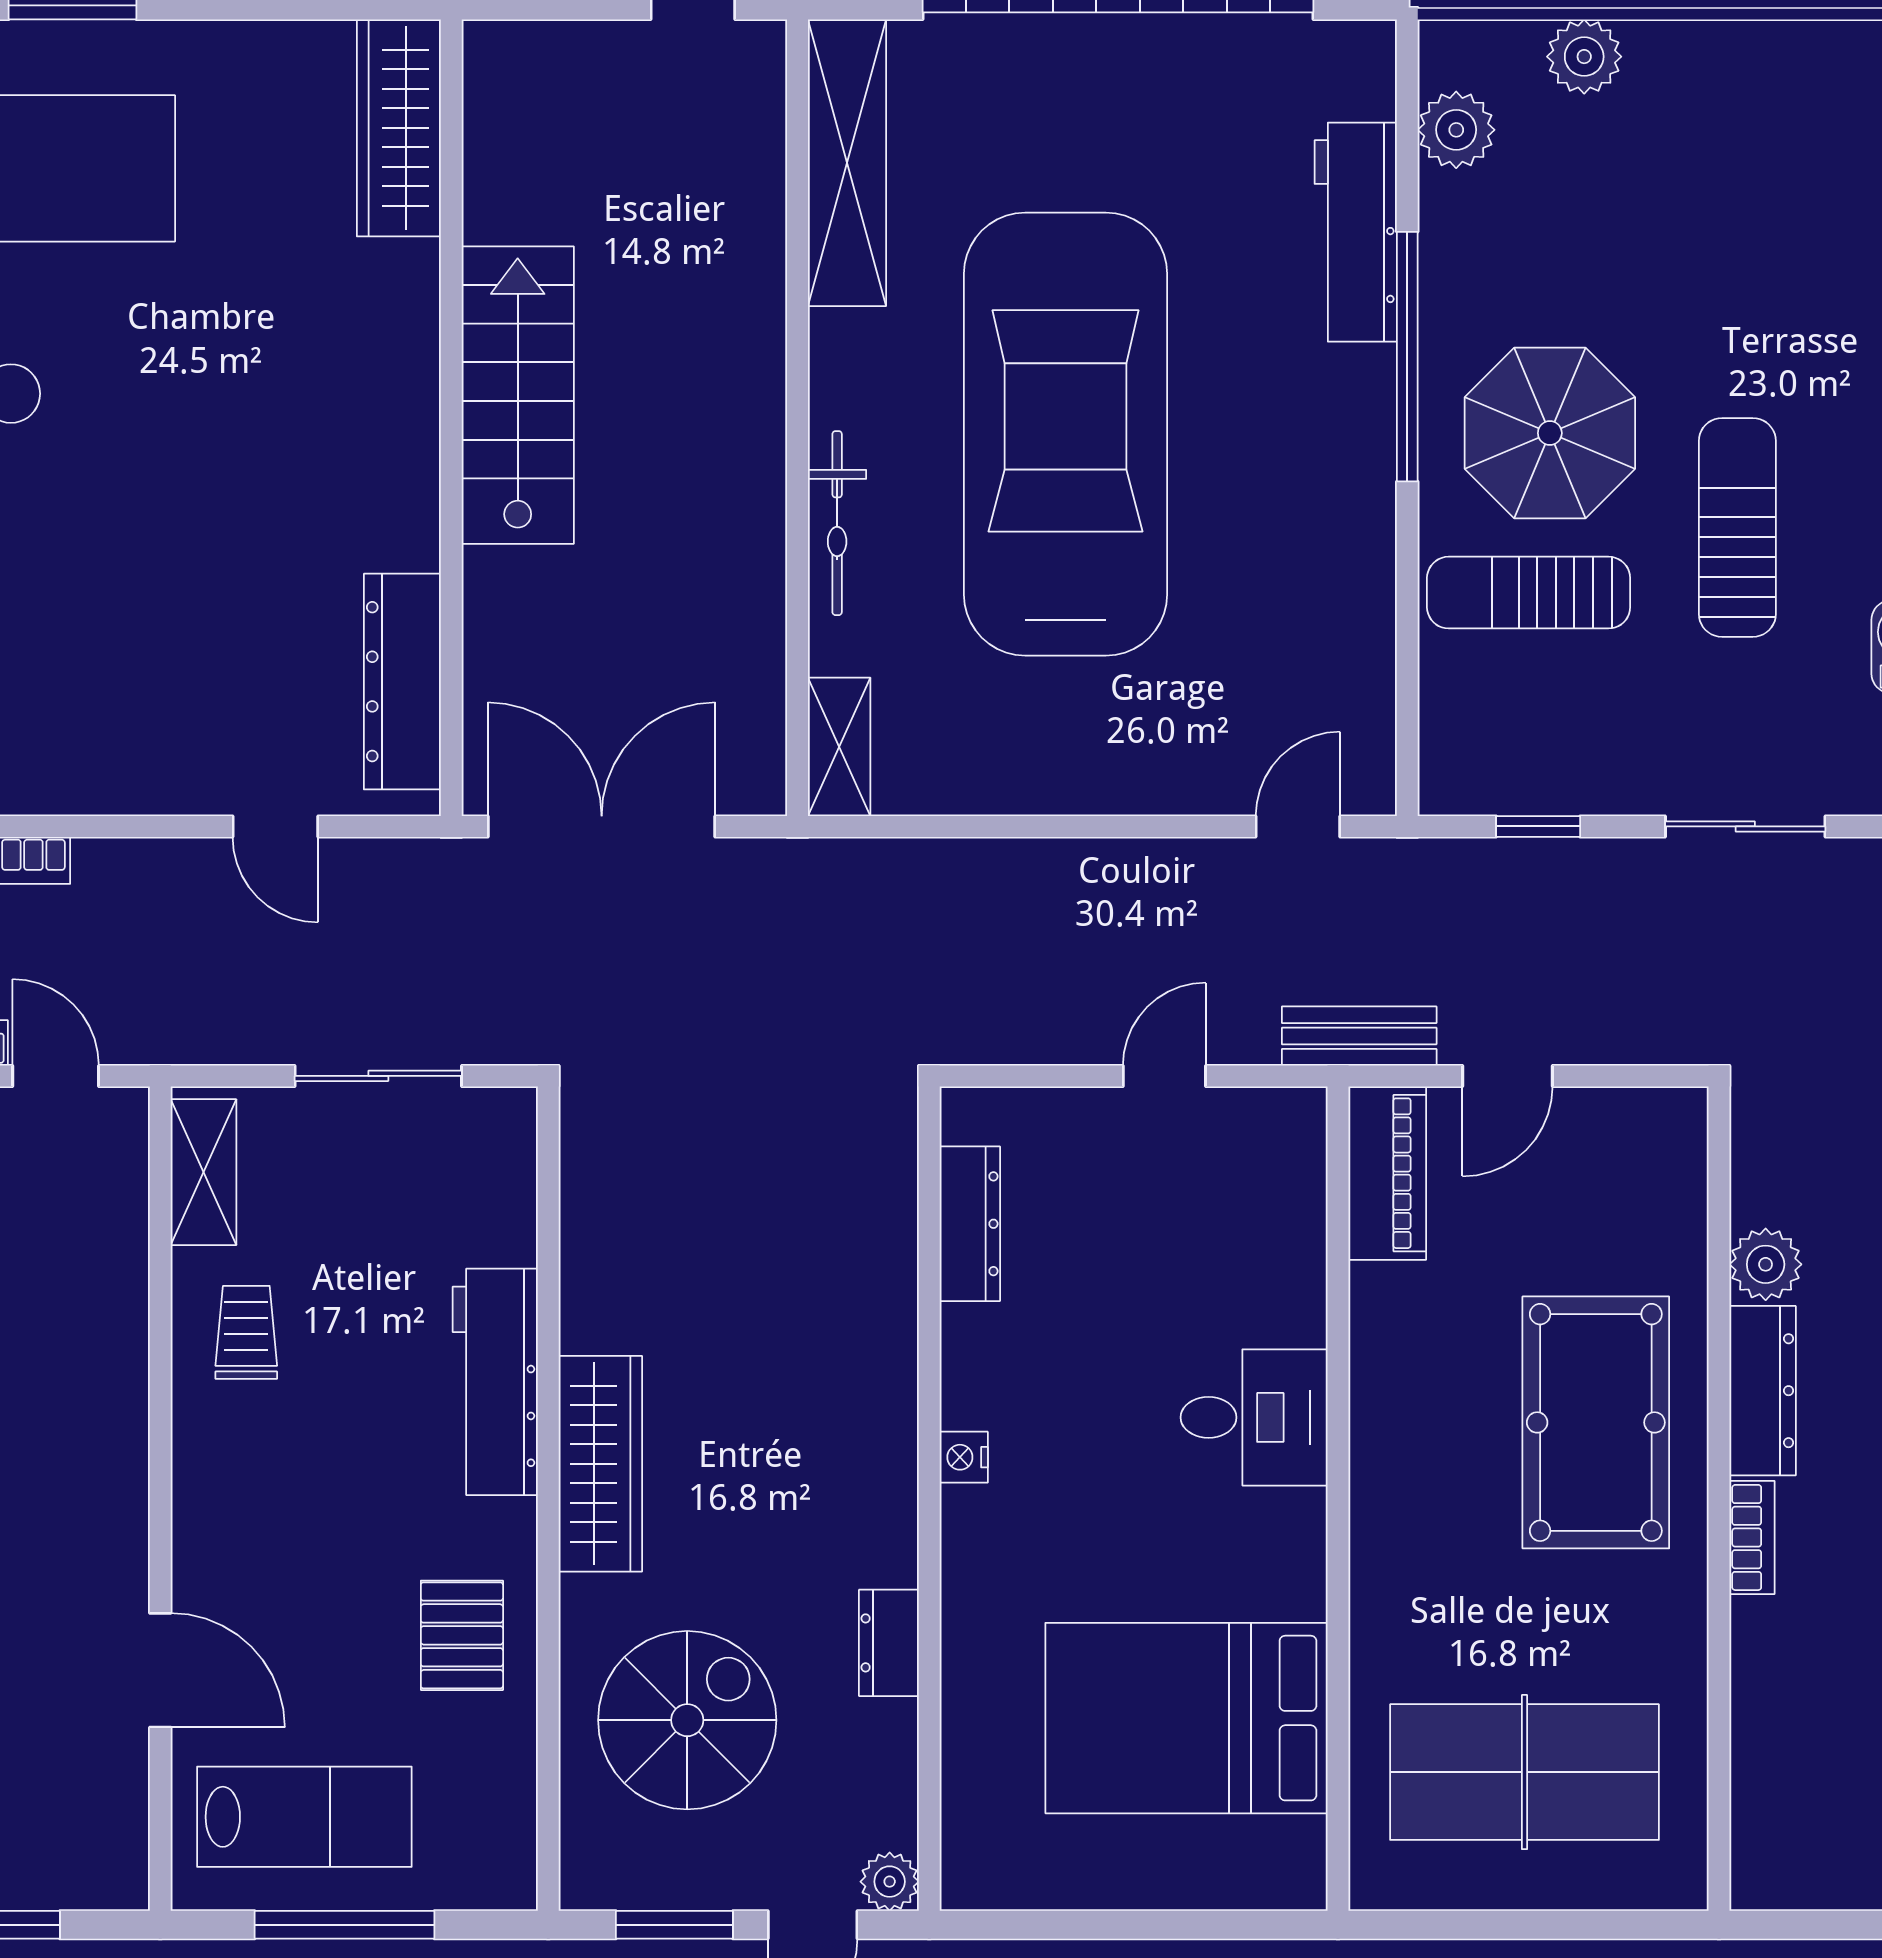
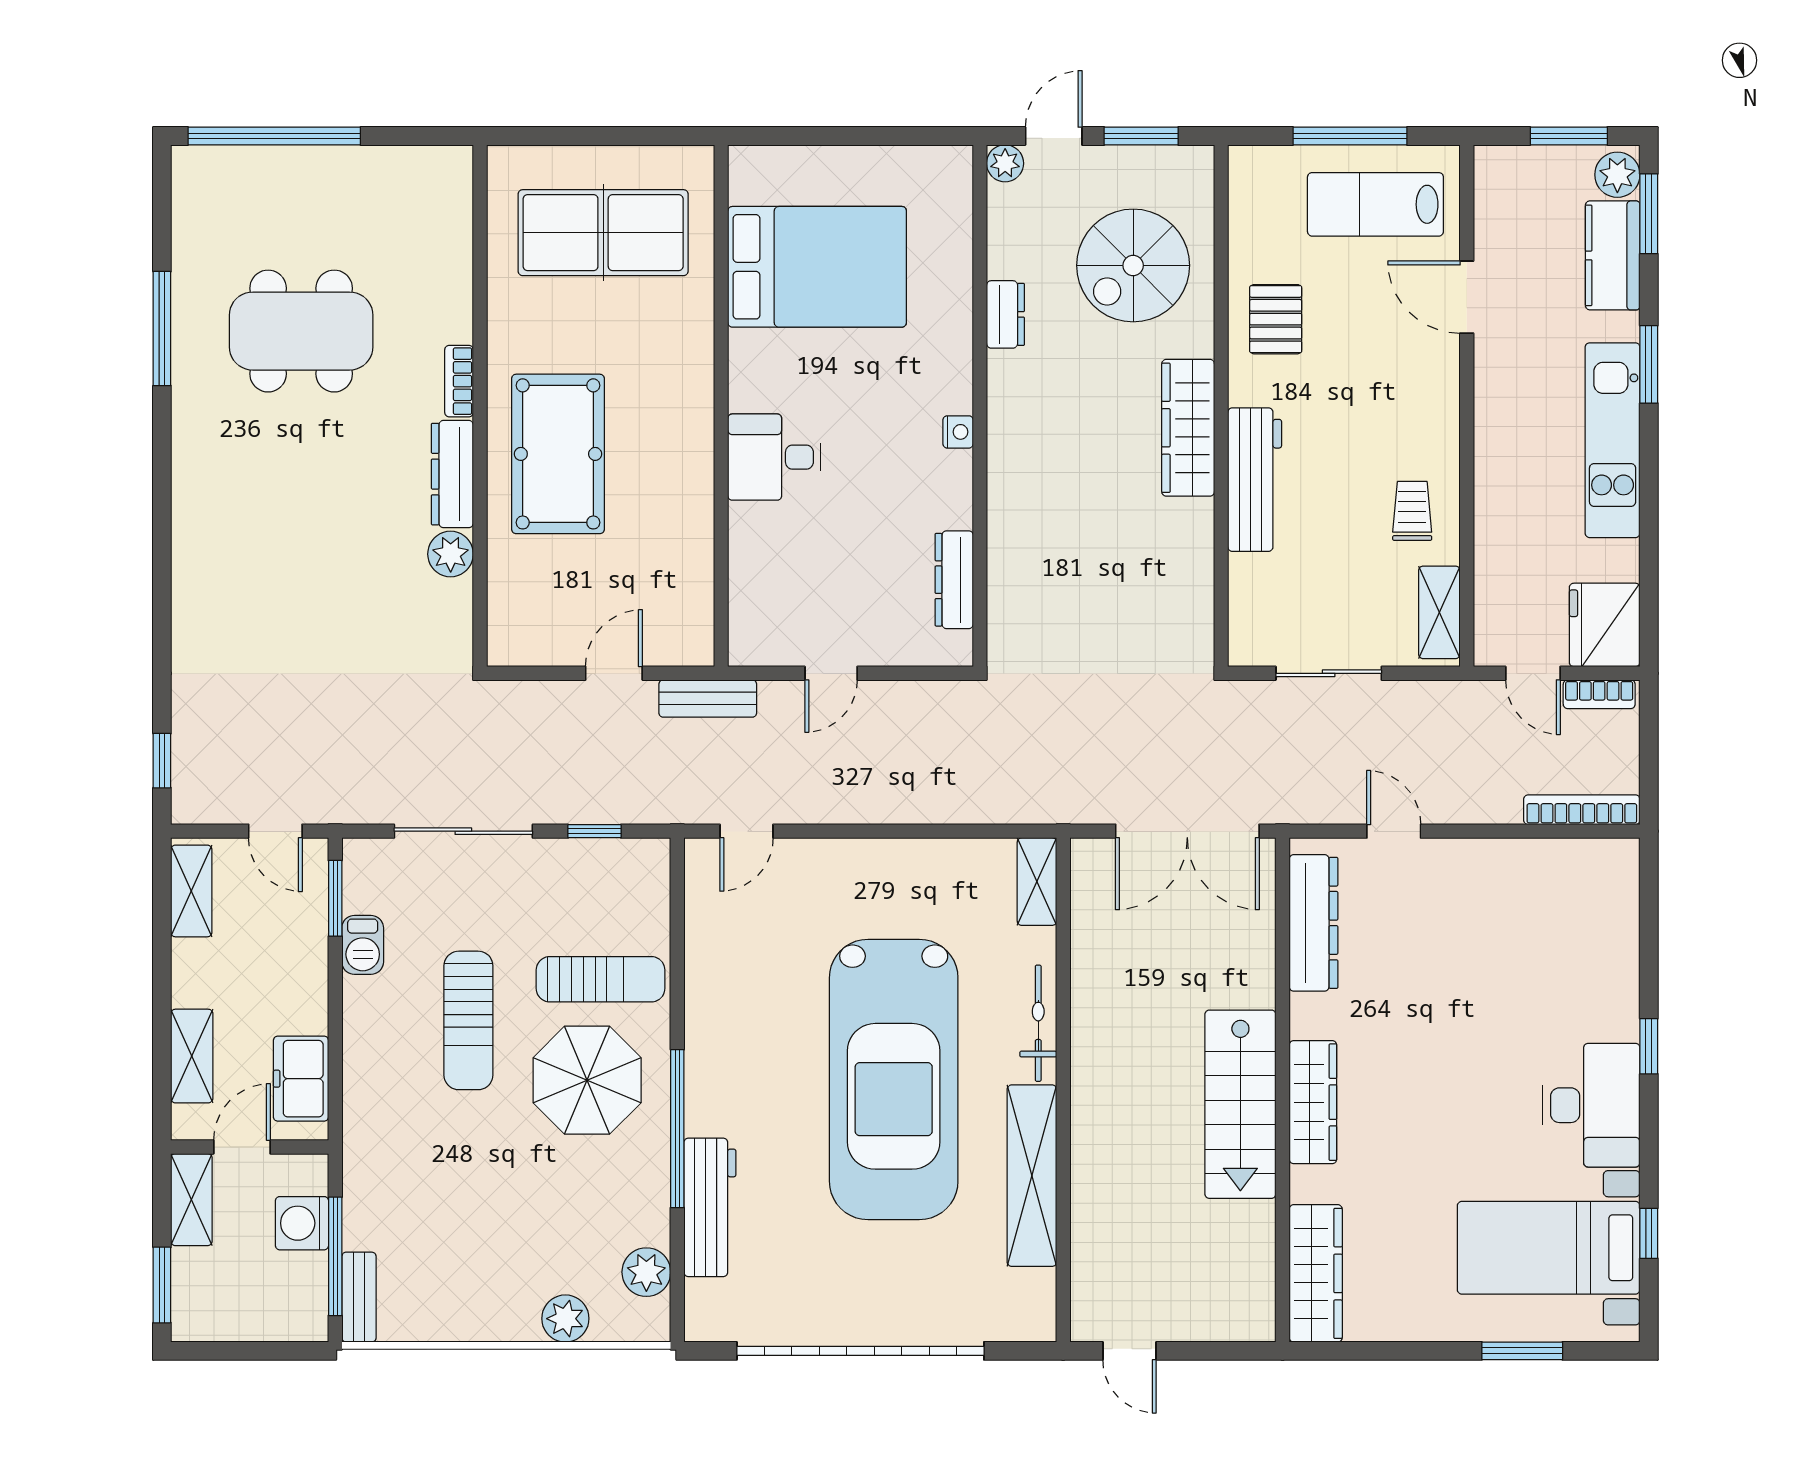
shelving: (847, 163) -> (1032, 1176), moved
wardrobe: (403, 398) -> (1313, 1102), added
sliding door: (1745, 826) -> (463, 831), width x1.37
piano: (1387, 1173) -> (690, 612), removed
trolley: (246, 1332) -> (1412, 511), turned 180

